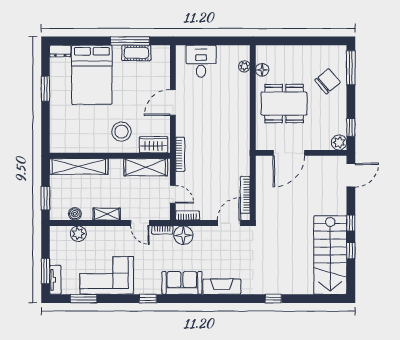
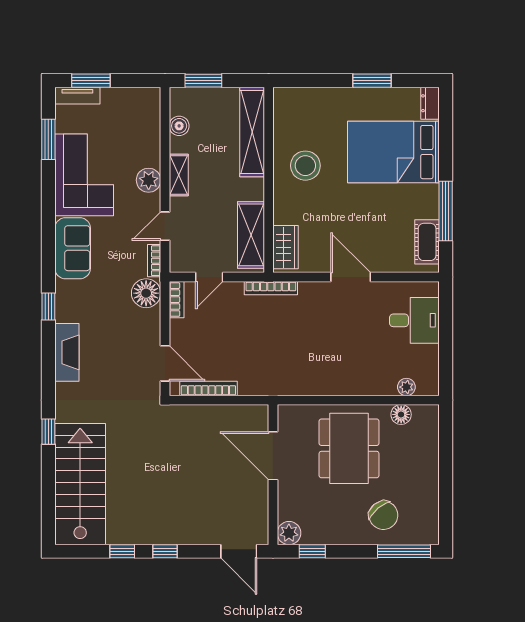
cot: (136, 53) -> (427, 242), moved
stool: (121, 132) -> (305, 166), moved
plant: (78, 234) -> (149, 180), moved
stairs: (330, 255) -> (80, 484), moved, turned 90
sofa: (182, 283) -> (73, 248), moved
window: (148, 299) -> (48, 306), moved

